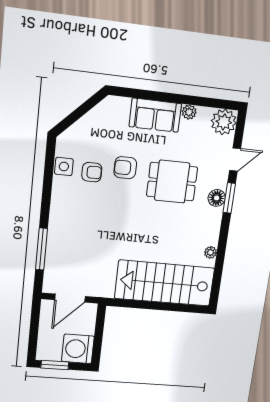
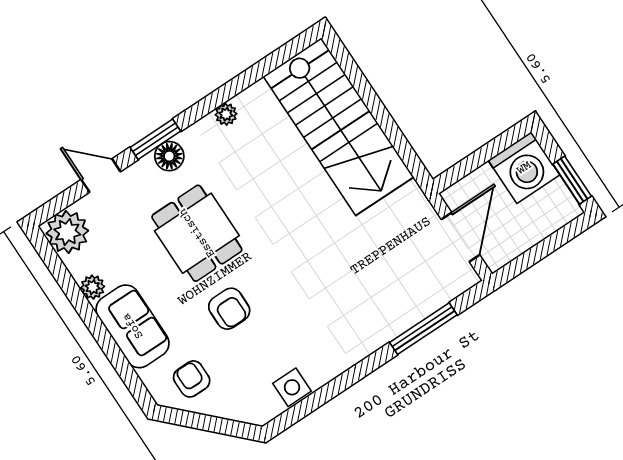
armchair: (92, 172) -> (192, 379), moved
plant: (211, 252) -> (226, 114), moved
door: (70, 298) -> (461, 237), hinge flipped

